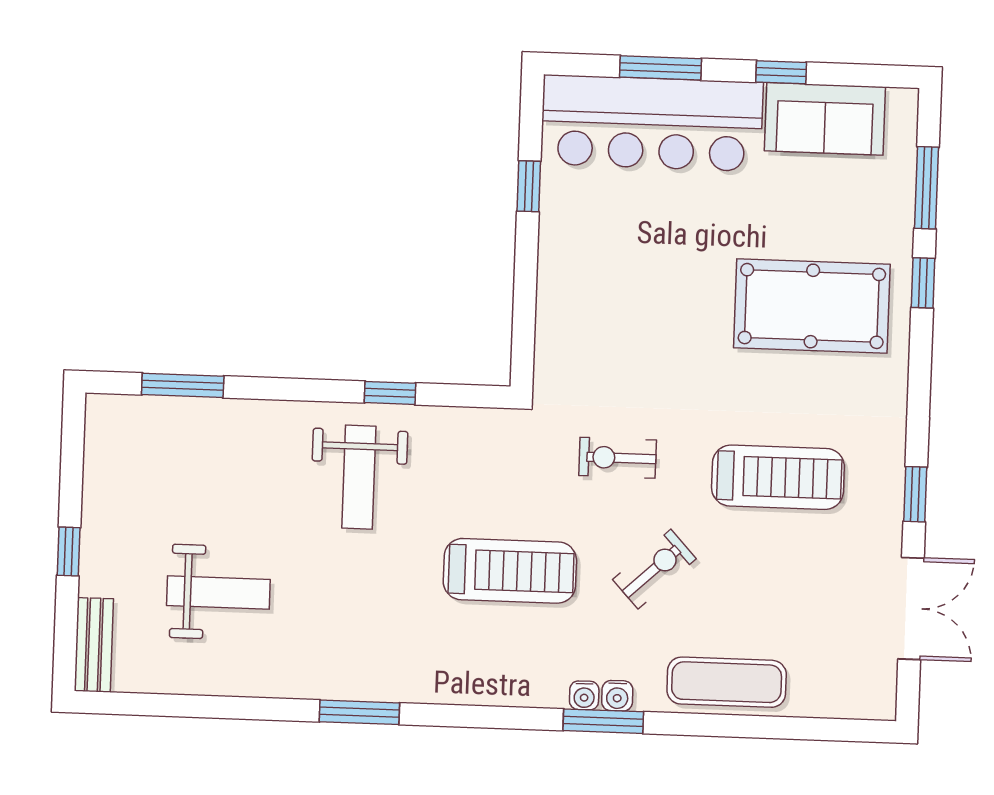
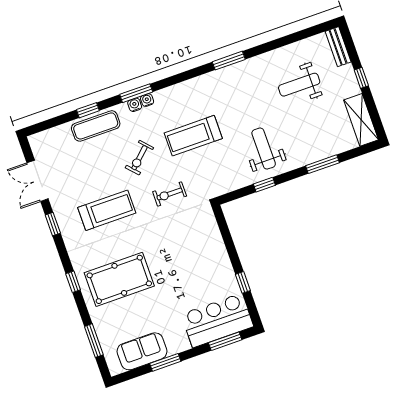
window: (661, 68) -> (225, 341), moved
window: (781, 72) -> (165, 362), width x1.50
bar counter: (652, 123) -> (217, 320), width x0.73
window: (923, 283) -> (73, 282), moved
window: (183, 385) -> (322, 164), moved
shelving: (107, 455) -> (361, 120), added
exercise bike: (618, 458) -> (170, 194), turned 180
treadmill: (778, 477) -> (107, 210), turned 180
window: (730, 726) -> (88, 110), added

